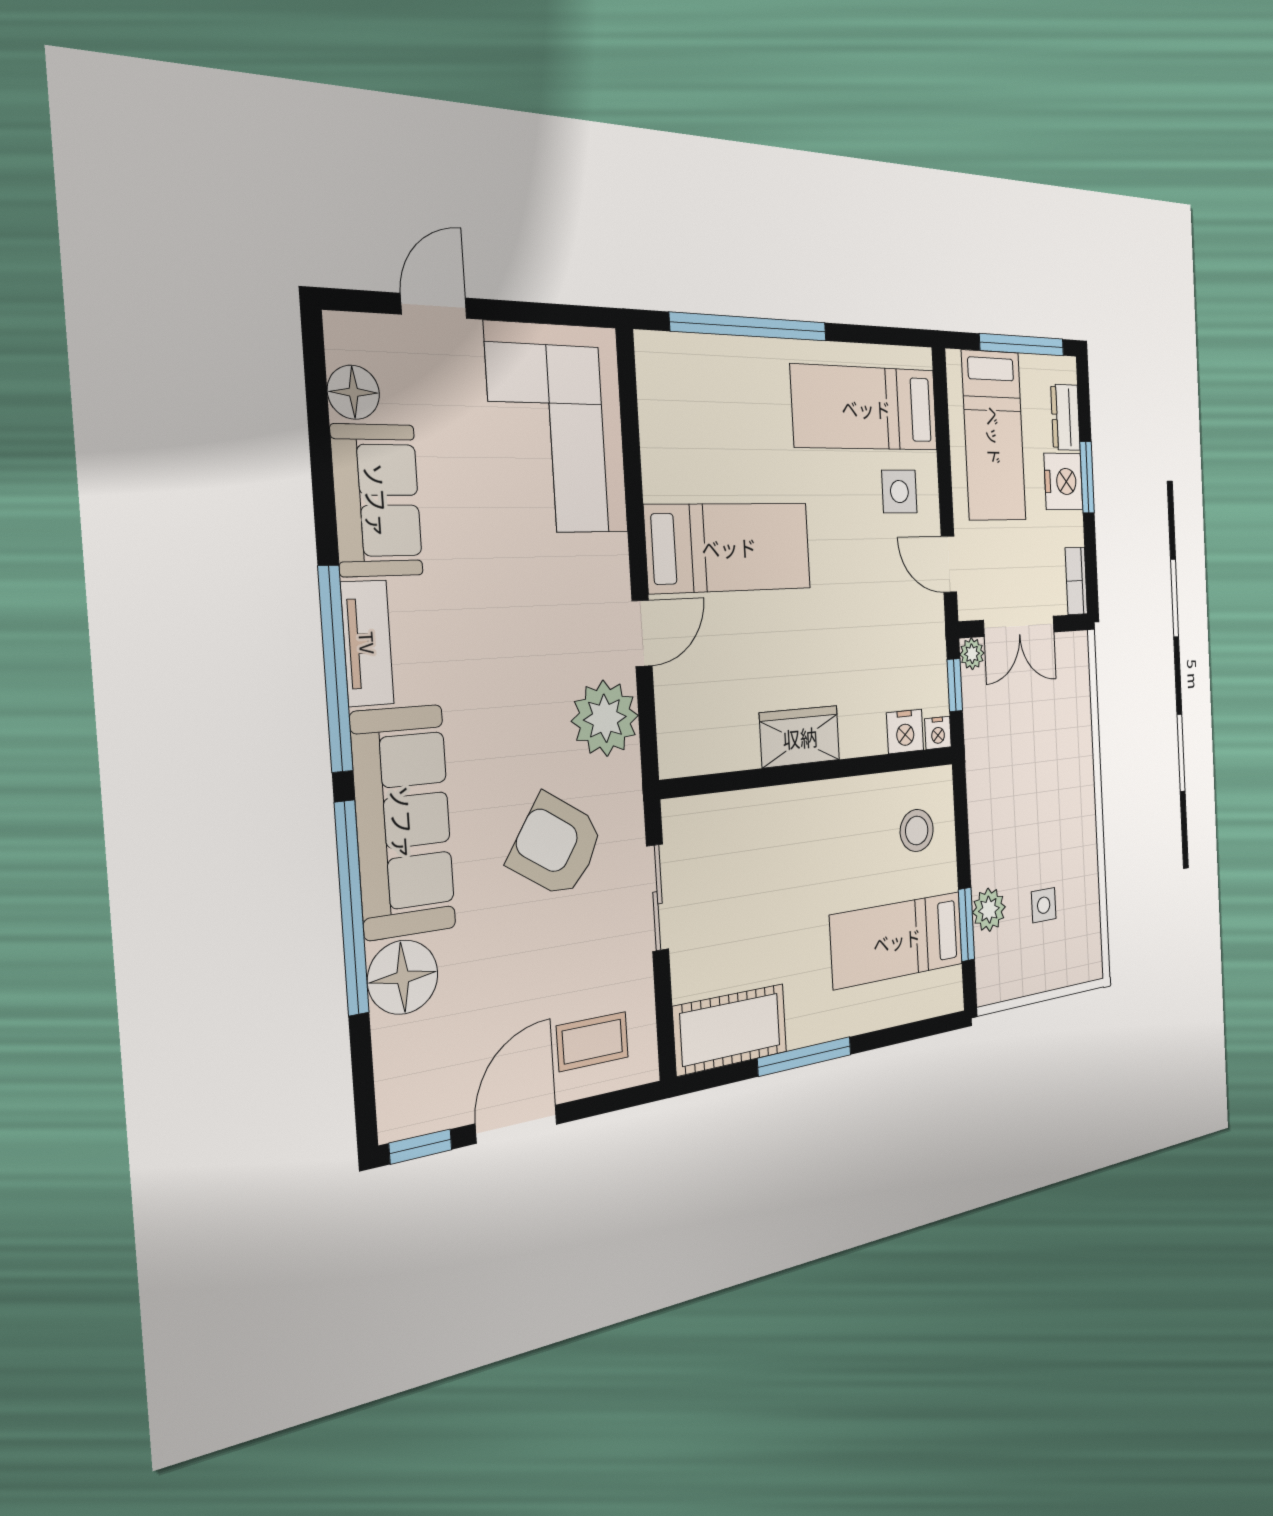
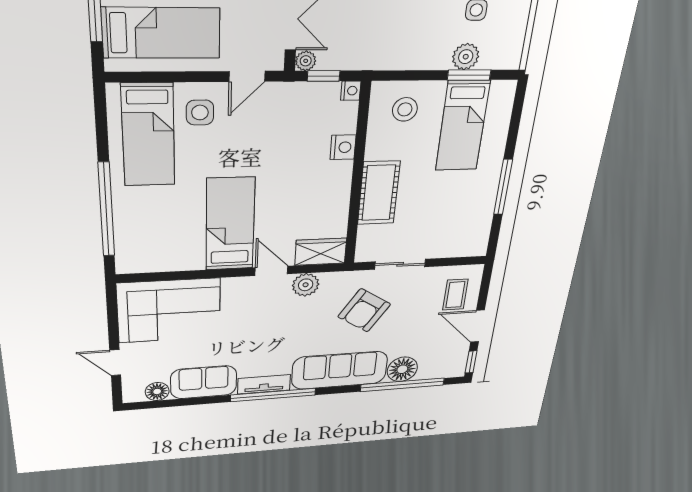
plant: (605, 718) -> (306, 285), width x0.73, depth x0.73
nightstand: (905, 731) -> (343, 147), moved
wardrobe: (800, 737) -> (321, 252), moved, turned 90
window: (352, 908) -> (402, 385), moved
cot: (730, 1029) -> (379, 193), moved

